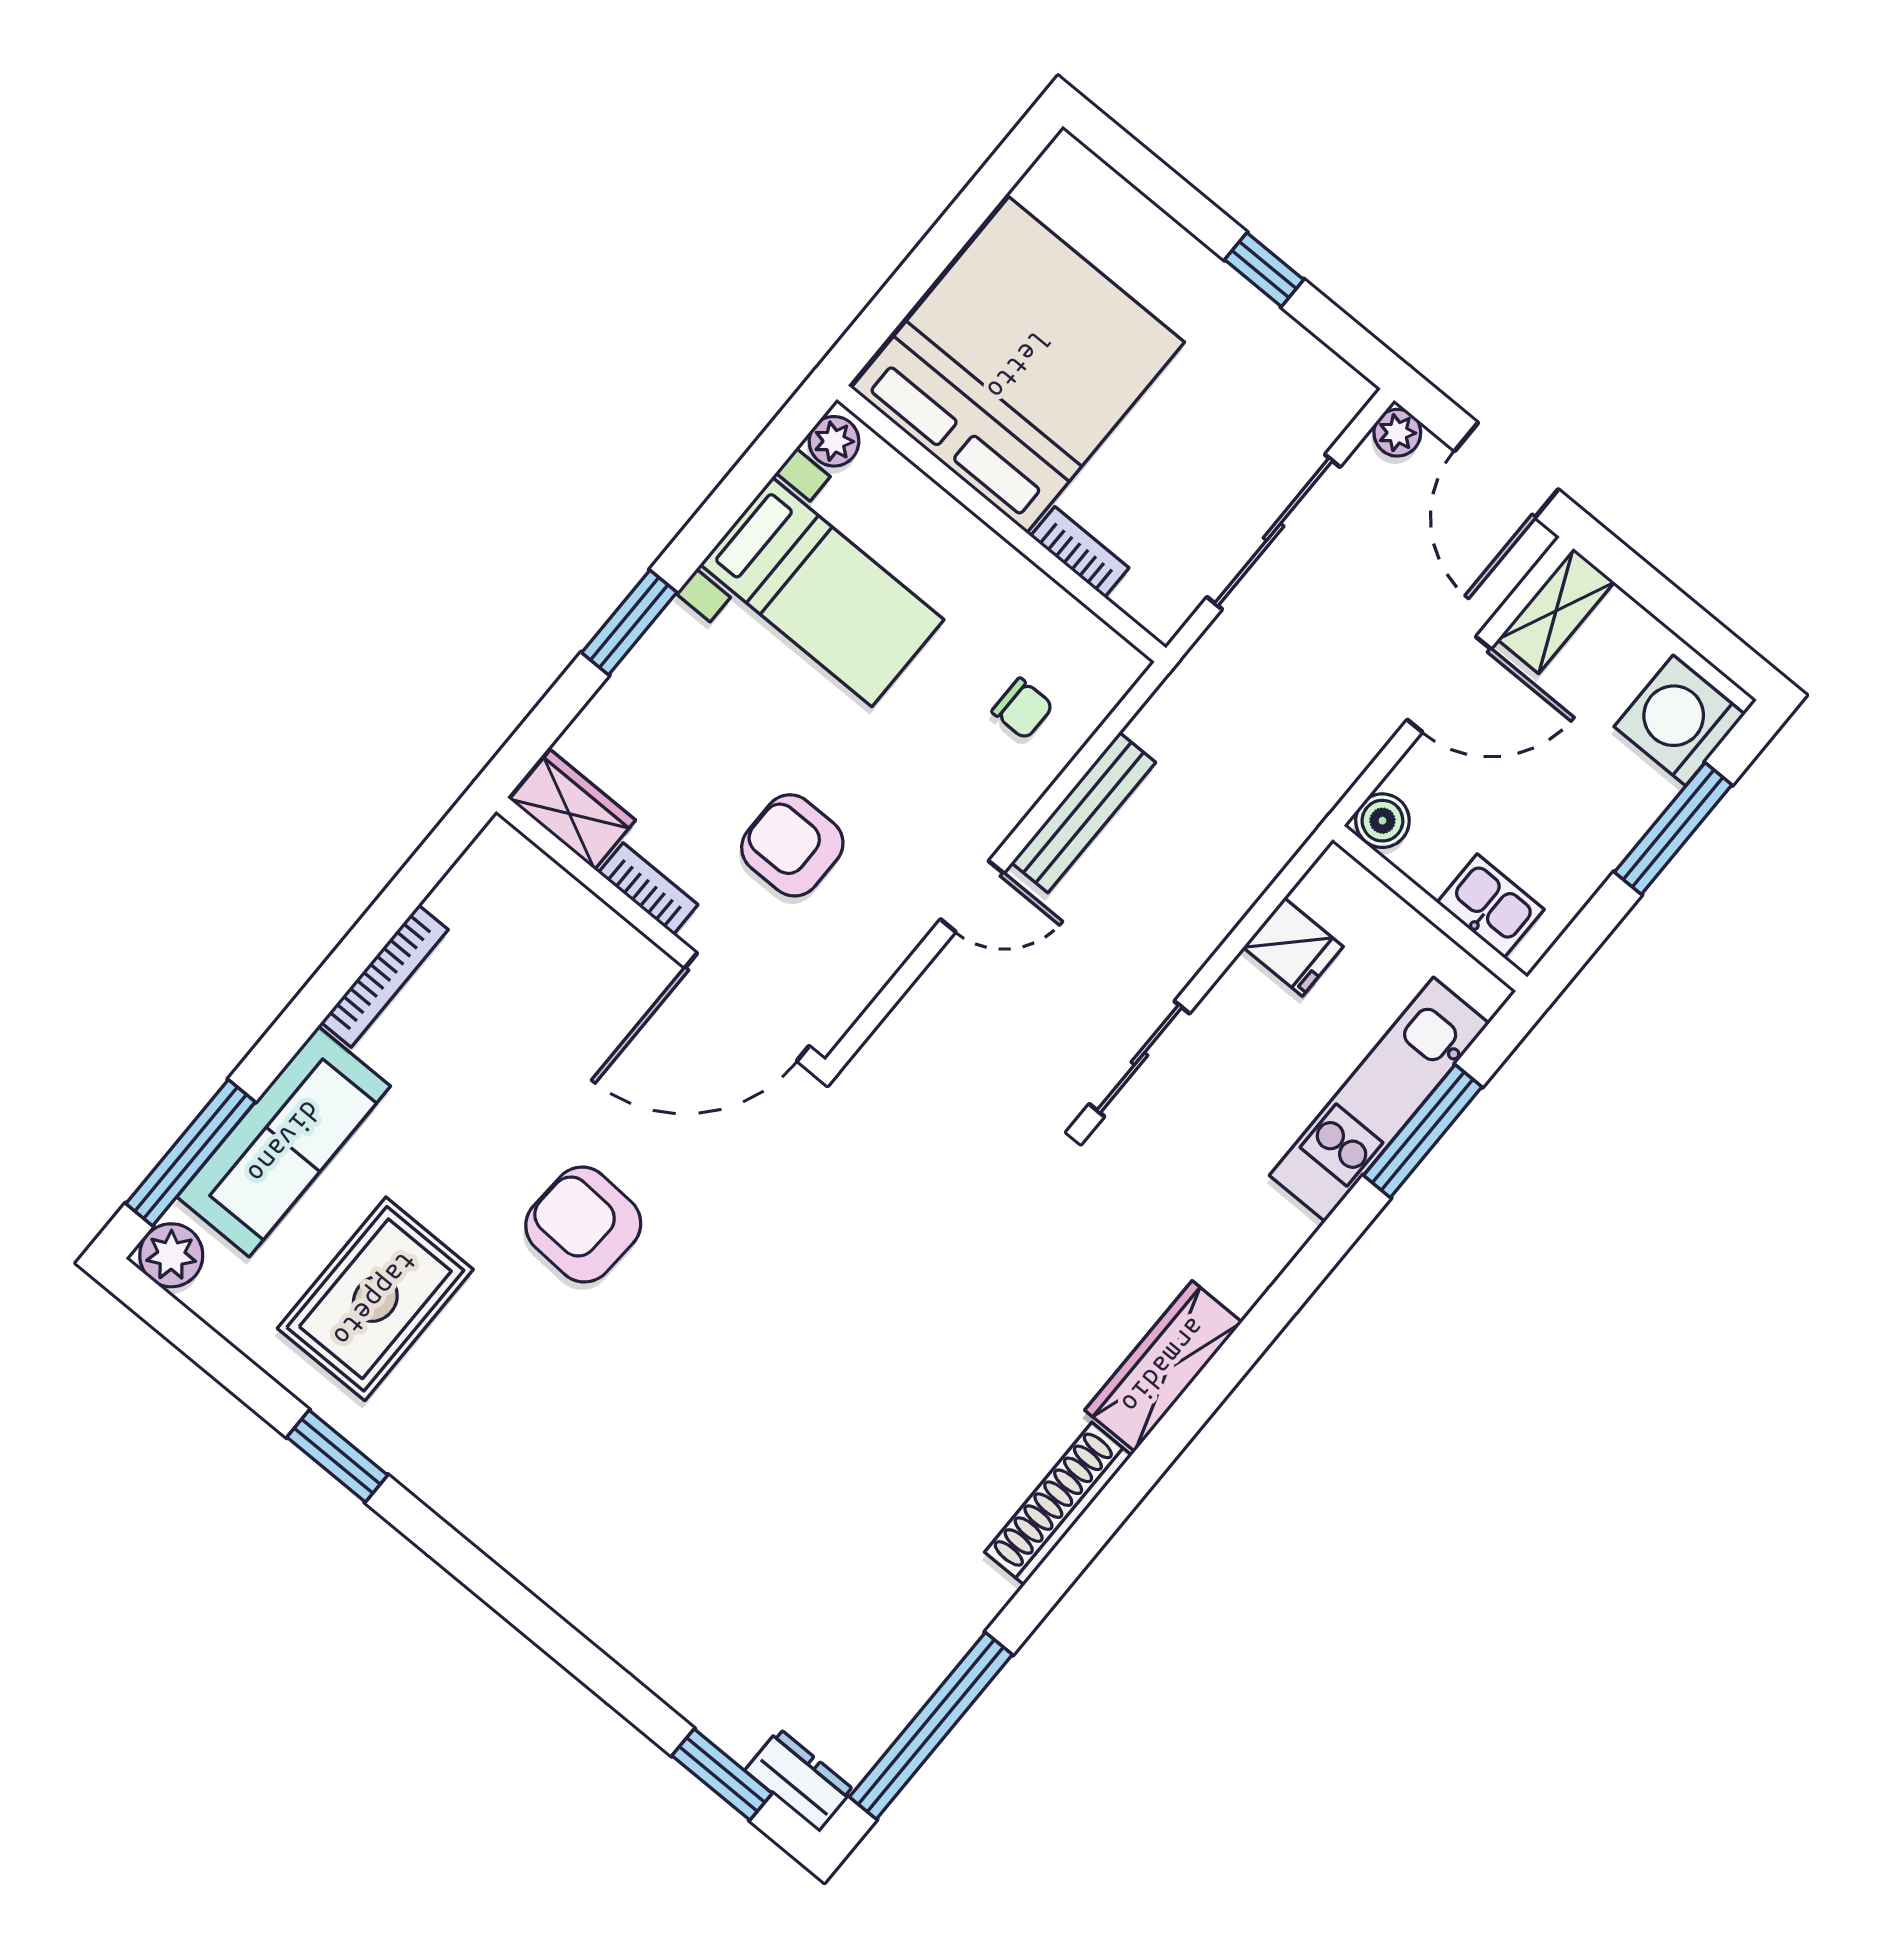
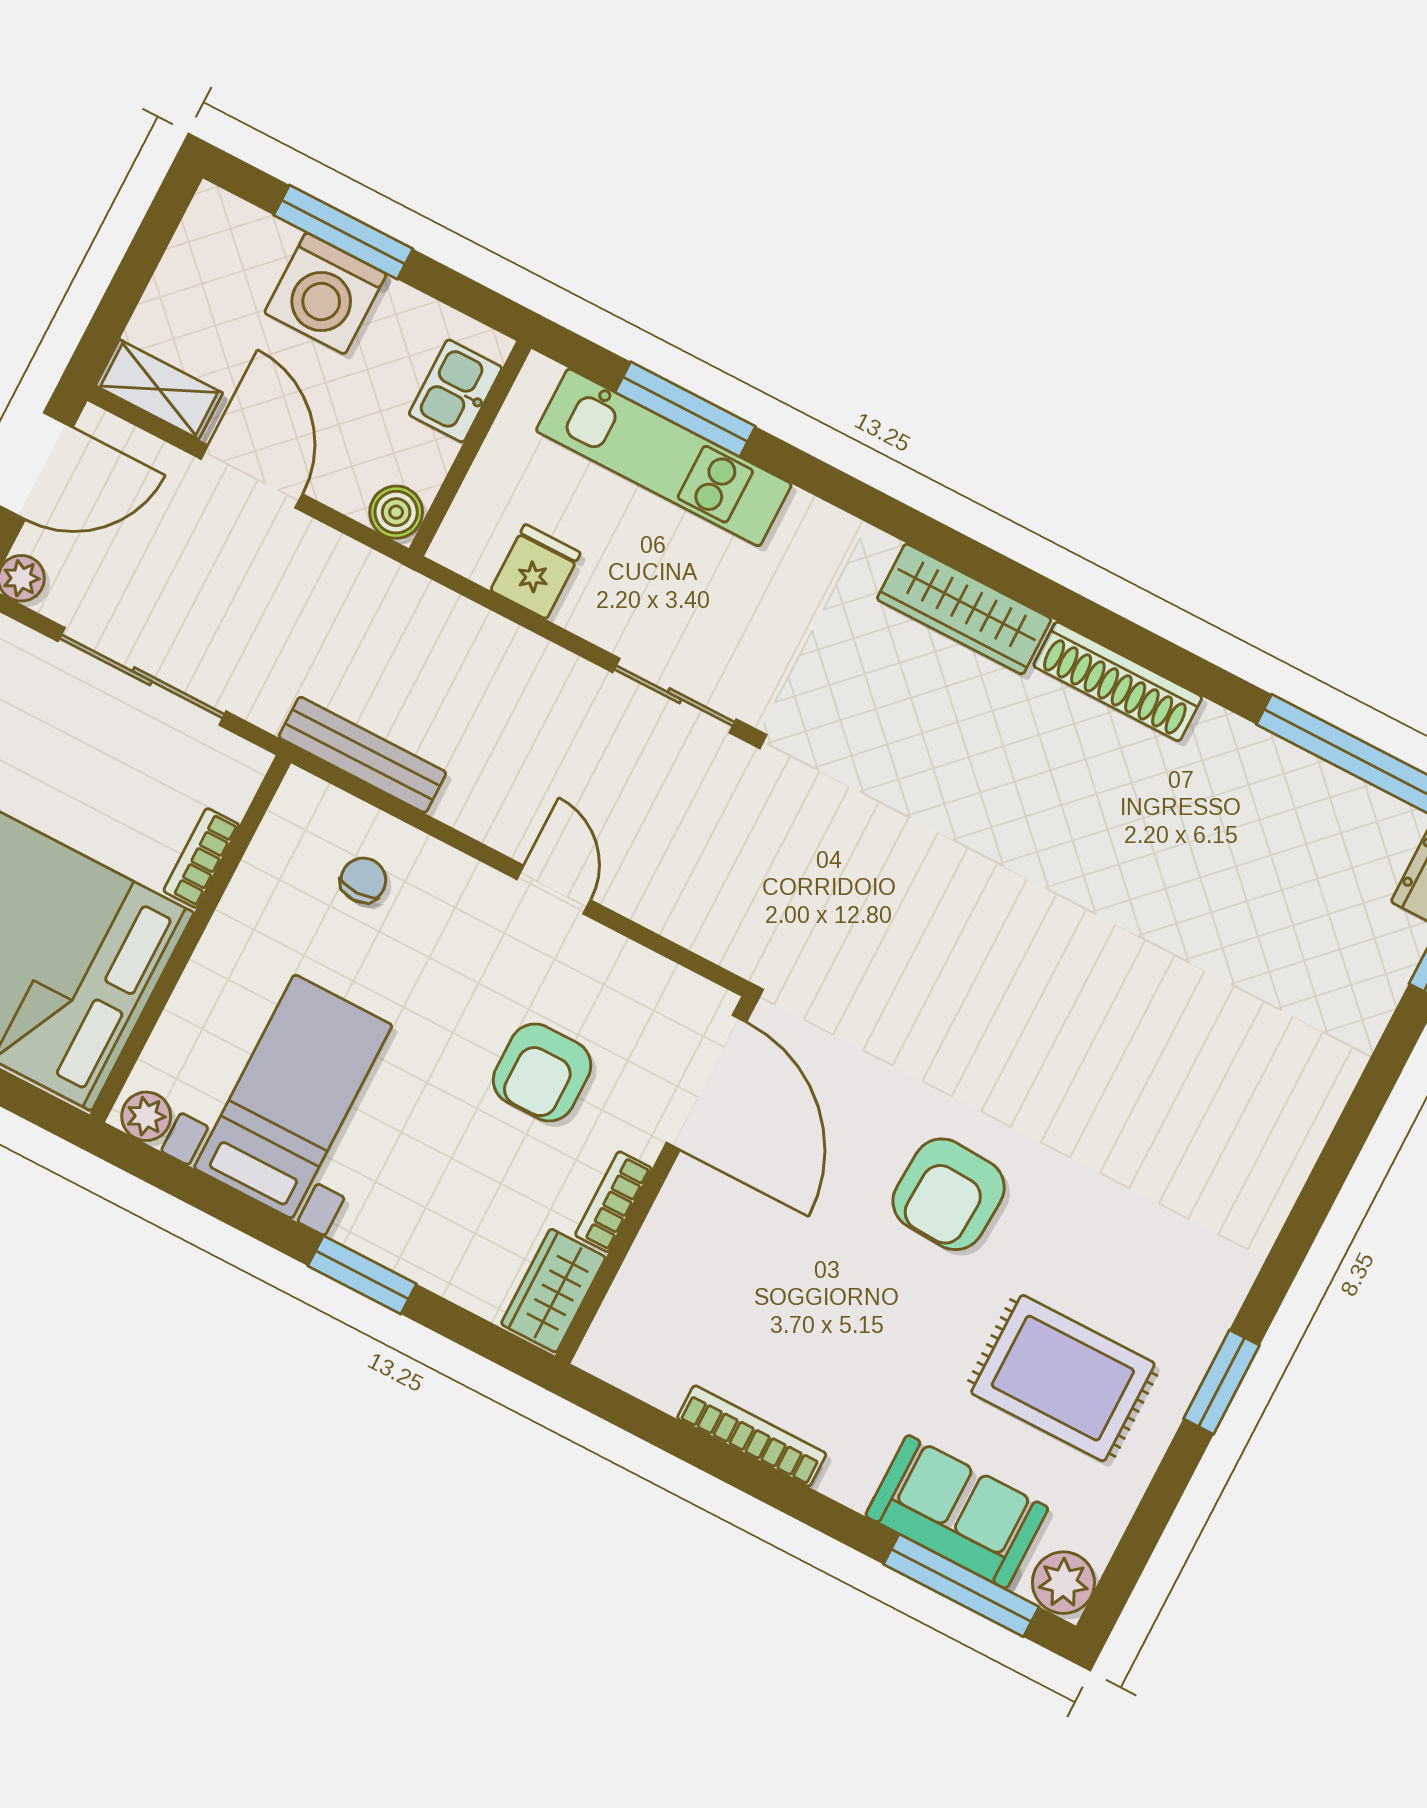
washing machine: (1679, 720) -> (325, 293), moved
bench: (1083, 813) -> (362, 755), moved
sofa: (284, 1142) -> (957, 1512), width x0.73

